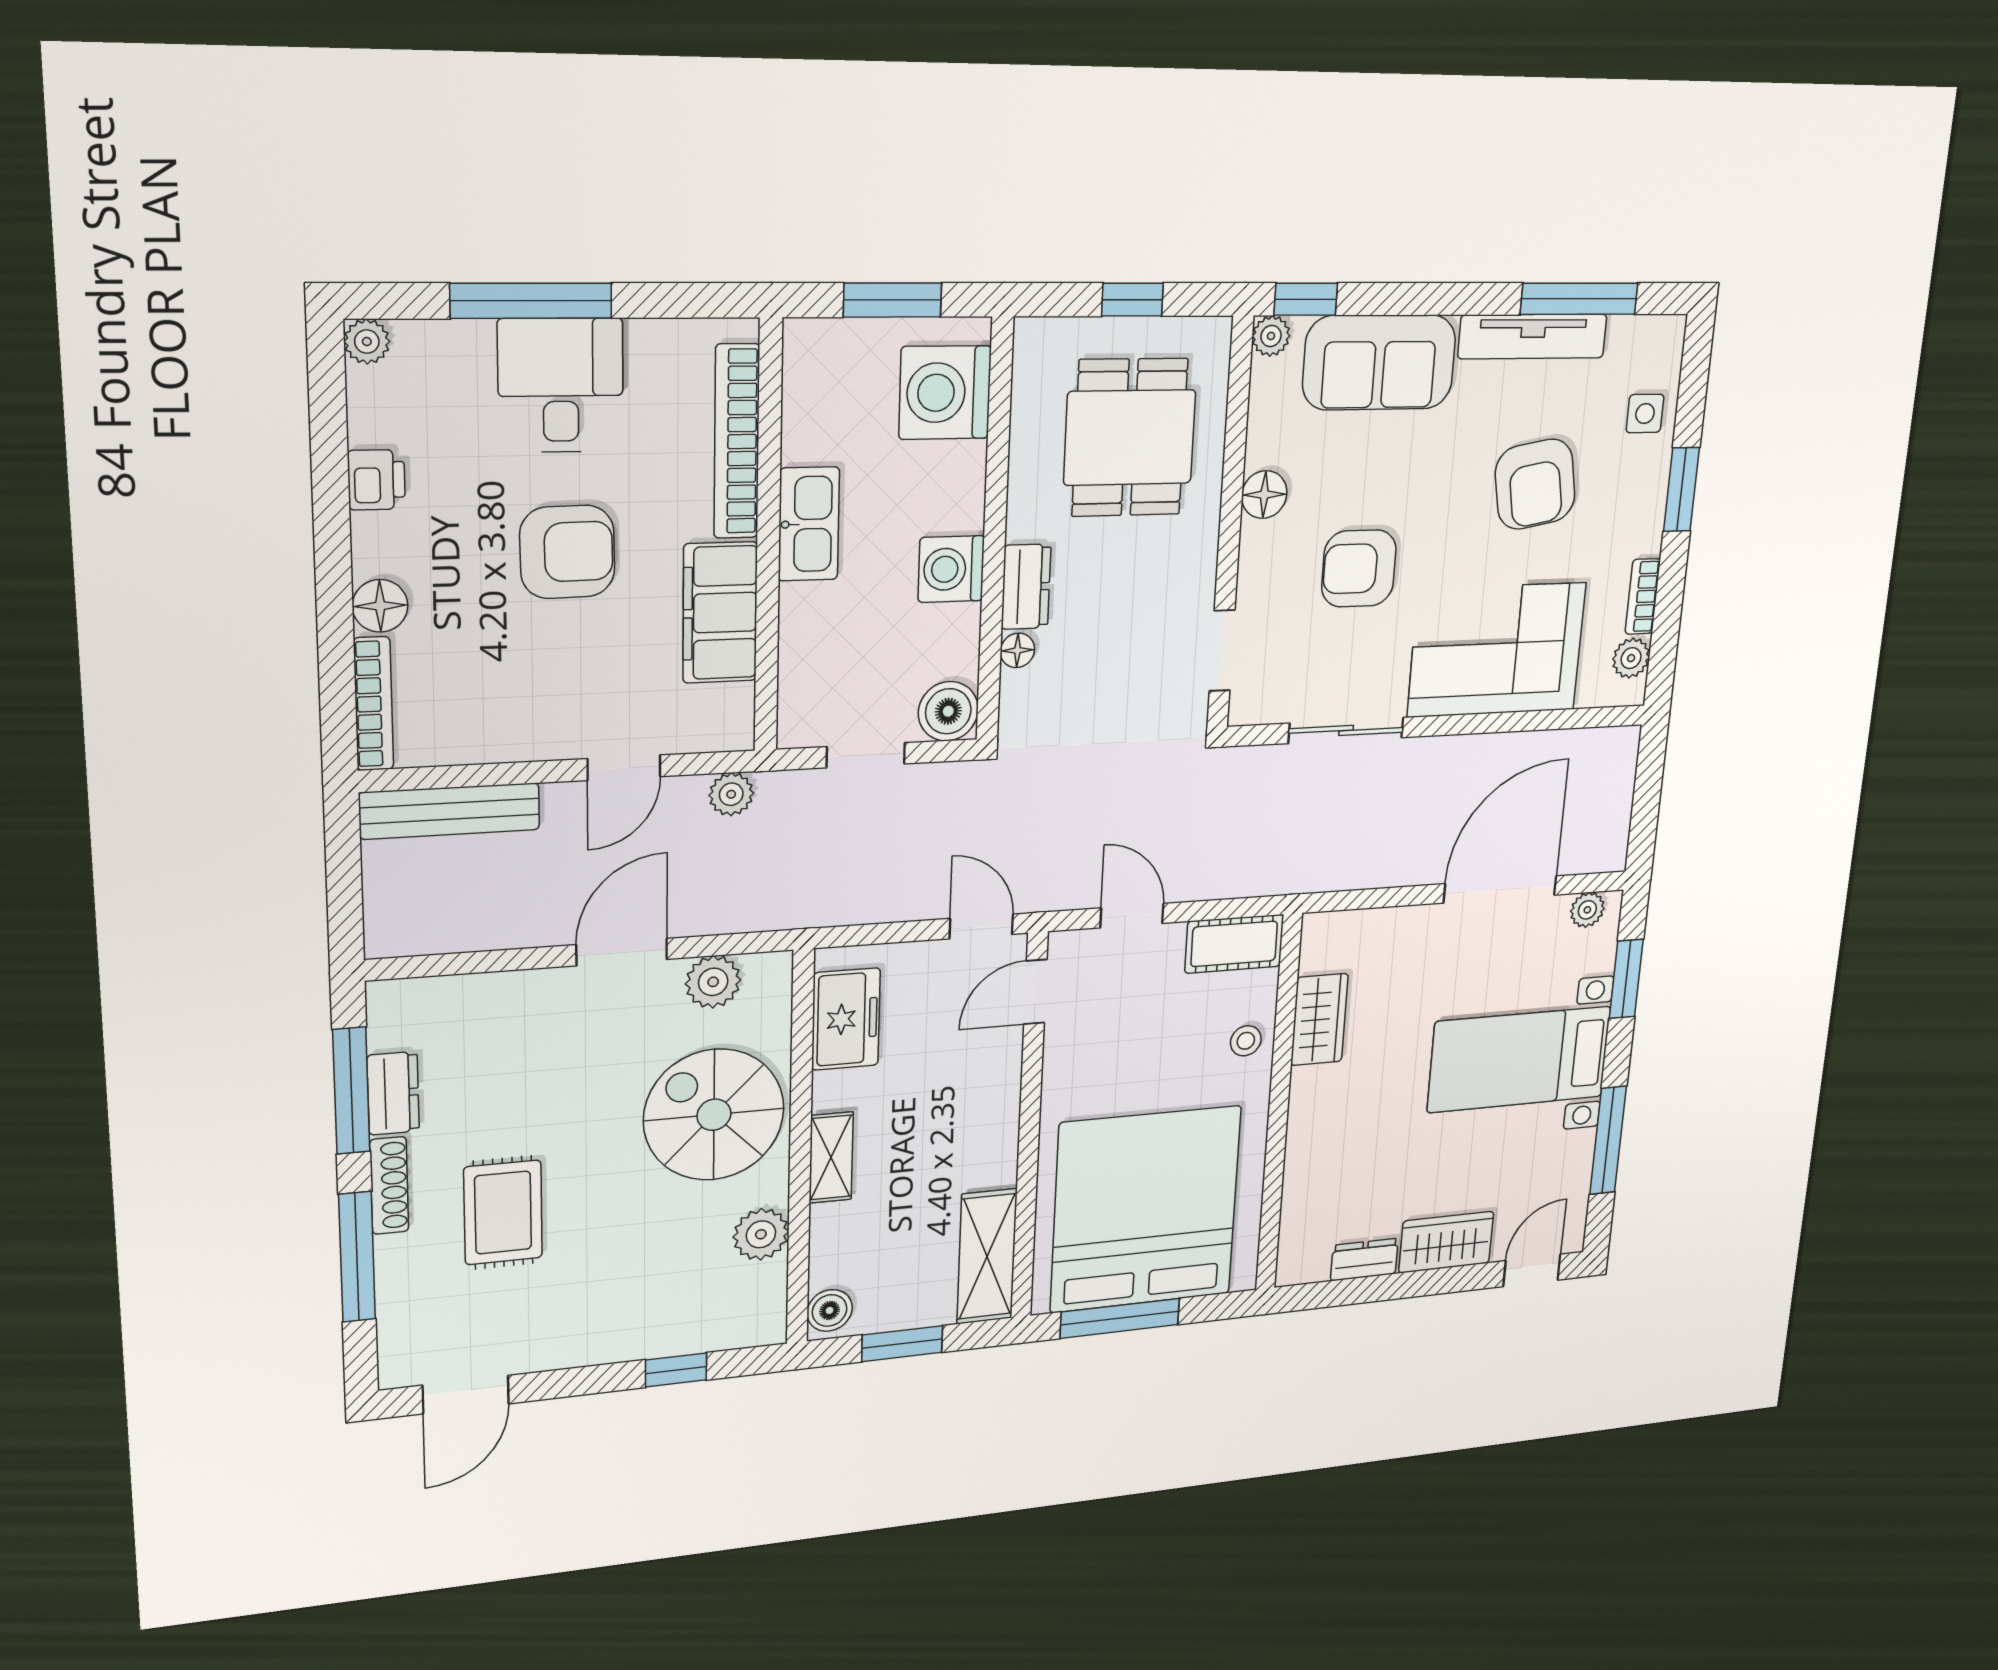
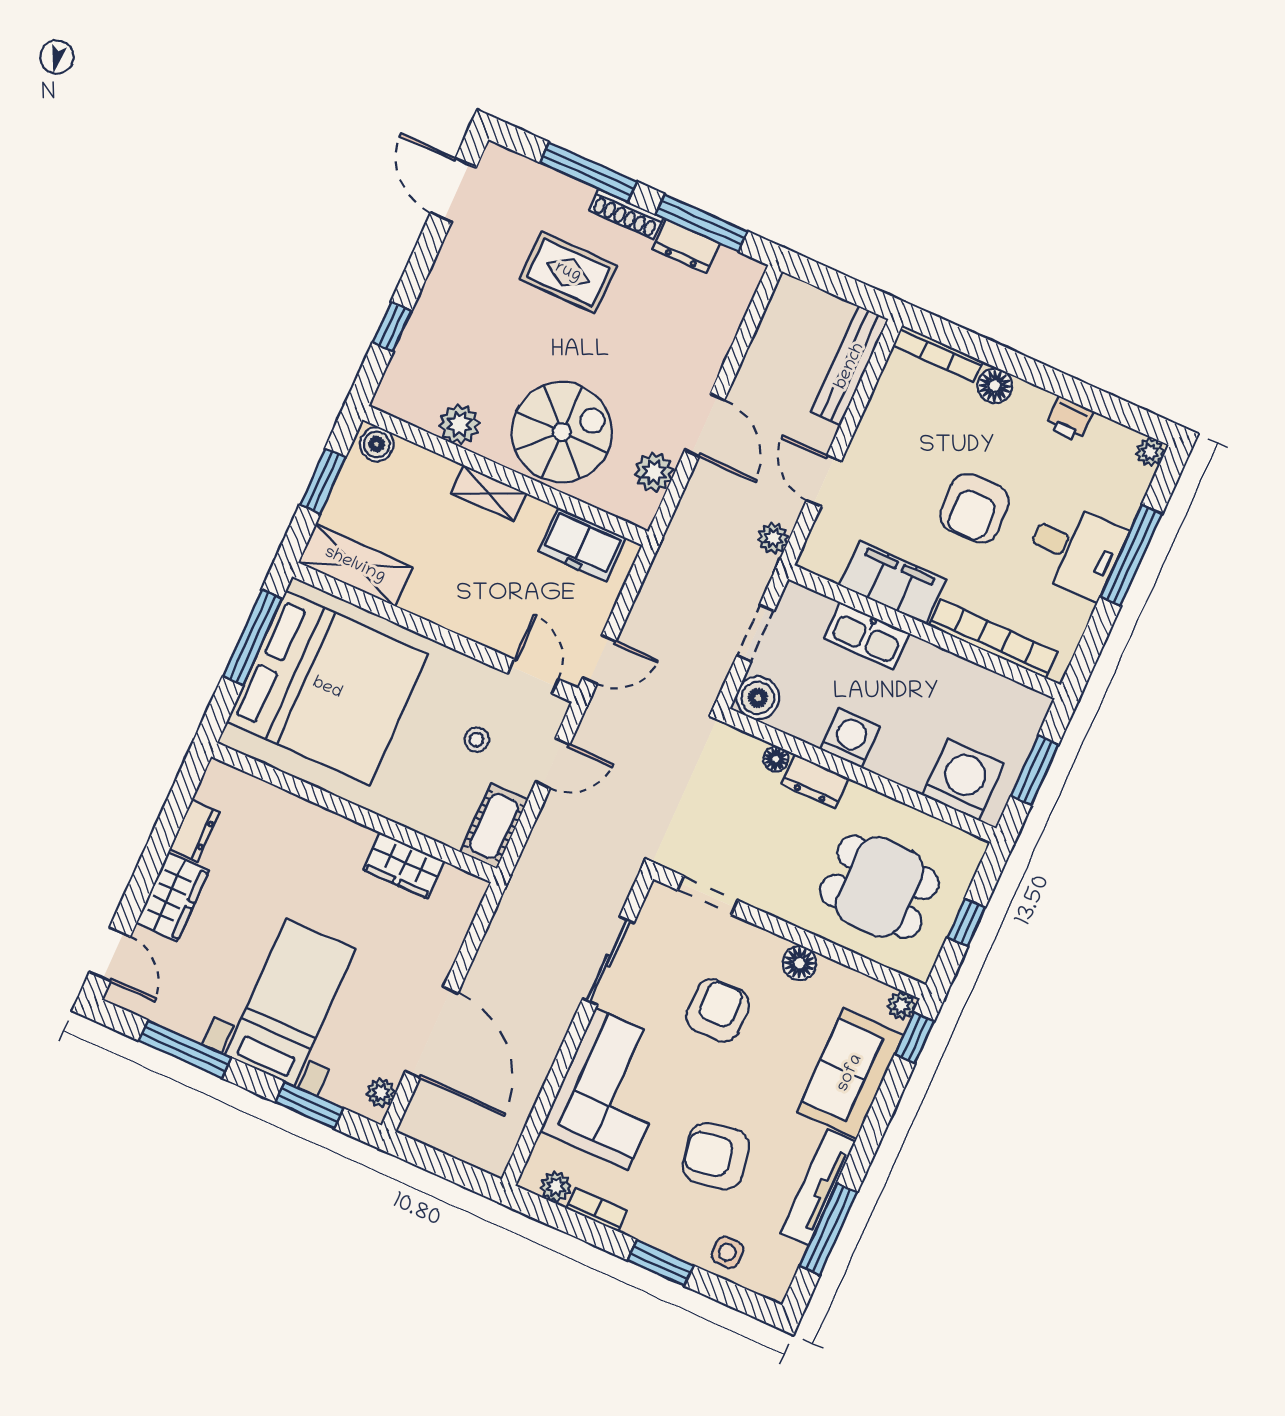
kitchen sink: (809, 524) -> (867, 636), moved
stool: (1246, 1041) -> (476, 740), moved

